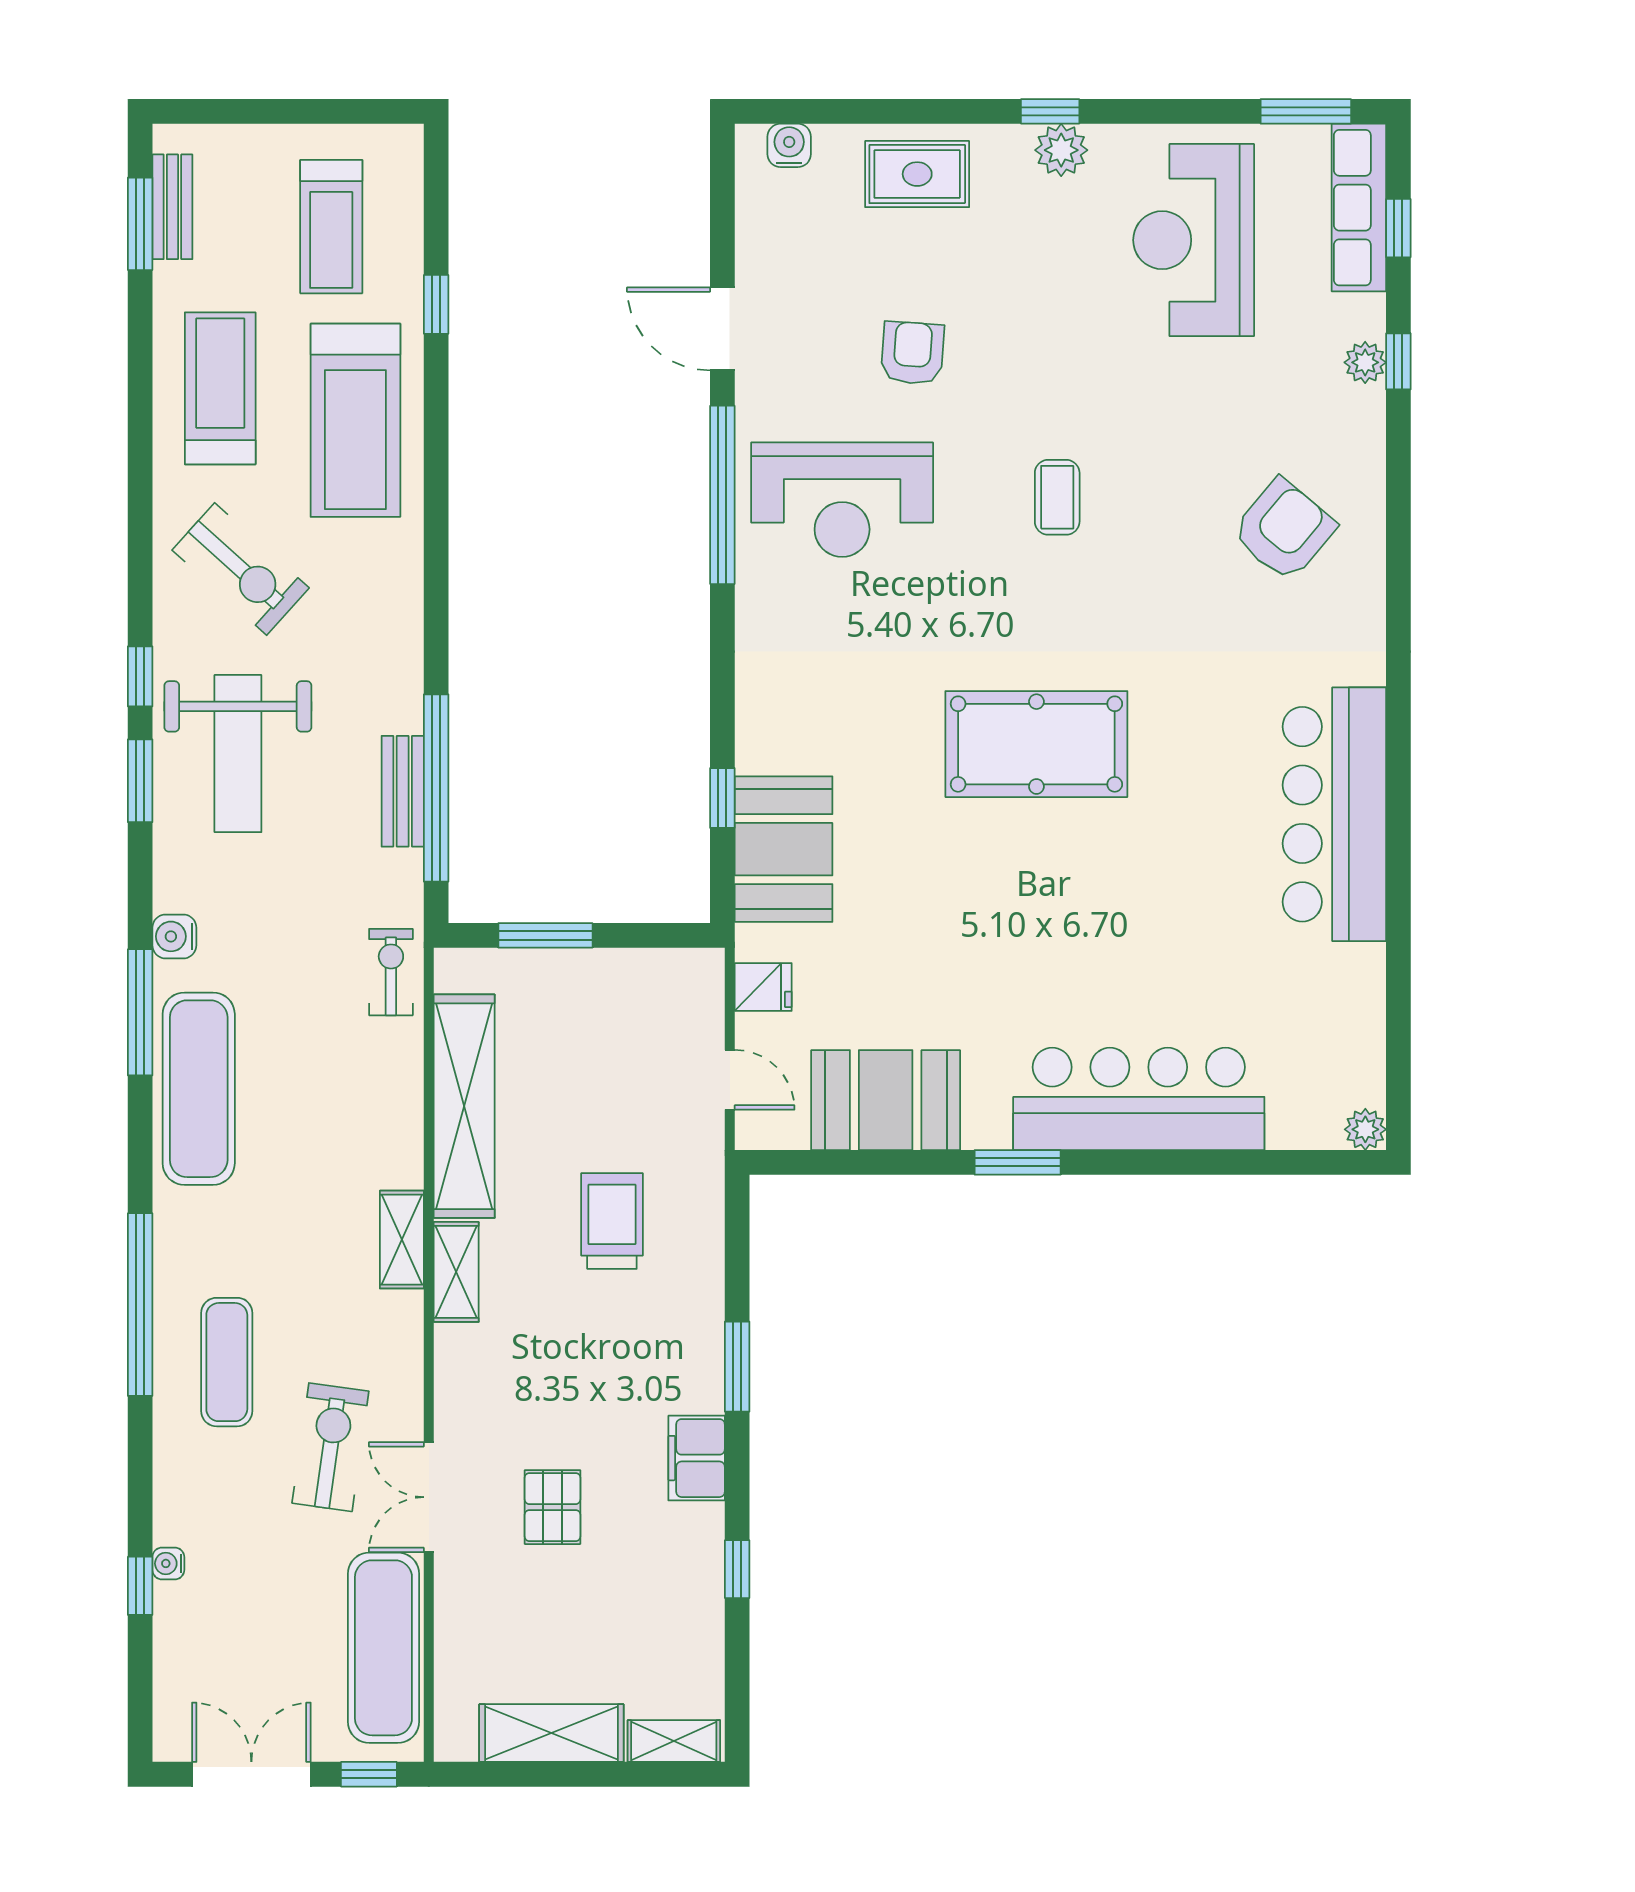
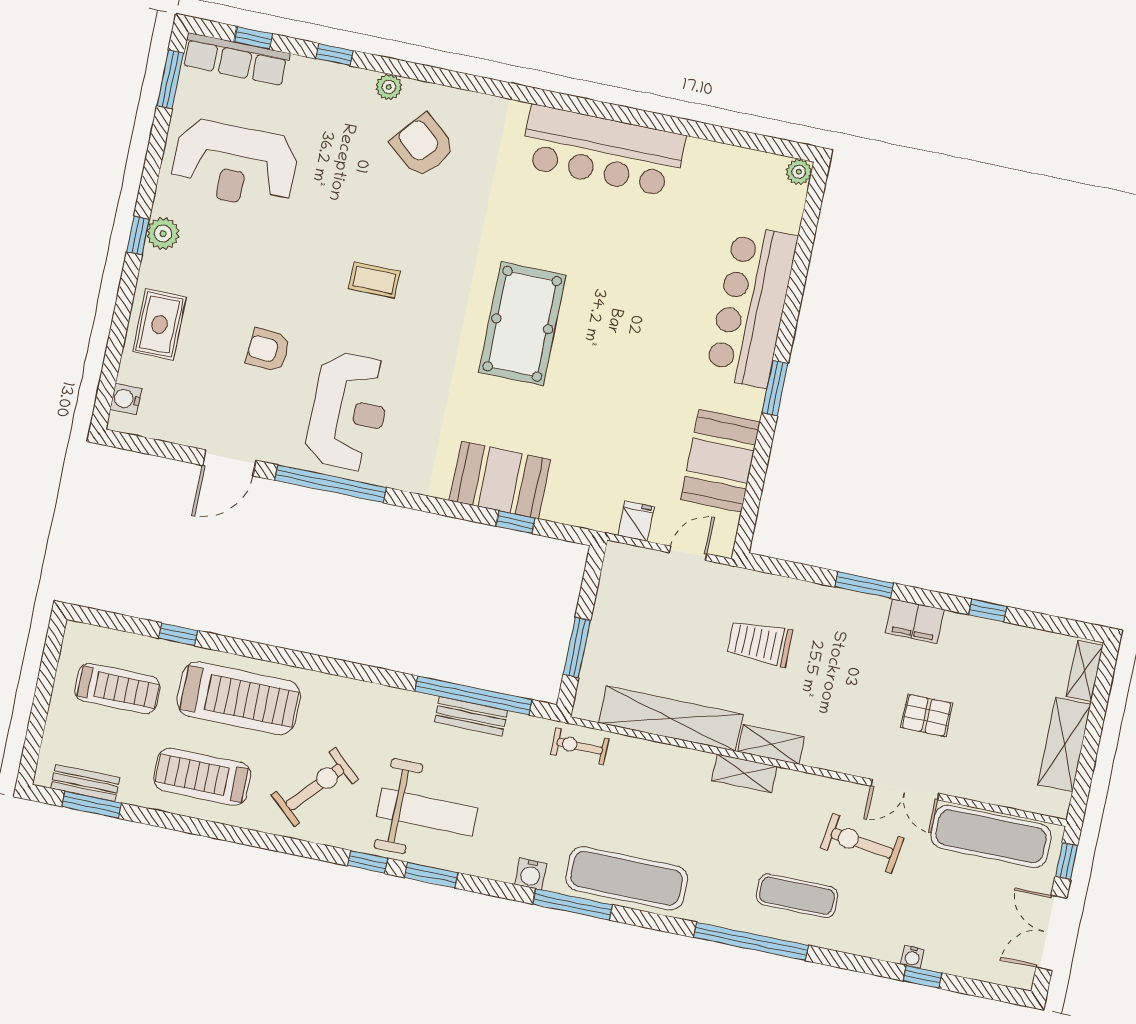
plant: (1365, 362) -> (389, 87), moved
booth: (784, 849) -> (500, 480), moved

